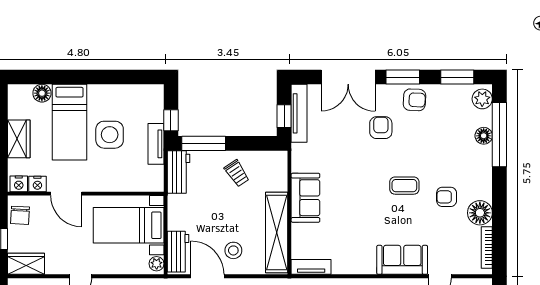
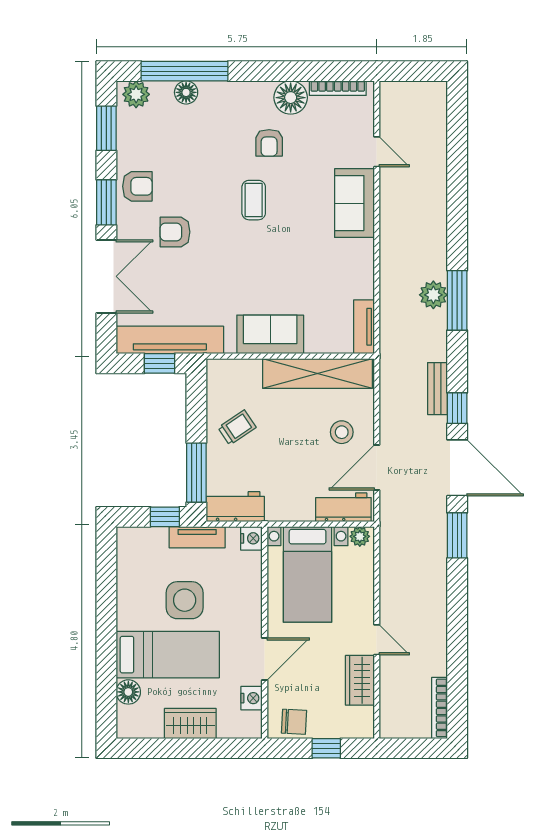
armchair: (414, 100) -> (137, 186), turned 87
tv unit: (299, 113) -> (170, 340), width x1.36, depth x1.29
nightstand: (19, 184) -> (251, 538), moved
wardrobe: (26, 264) -> (360, 680), moved

